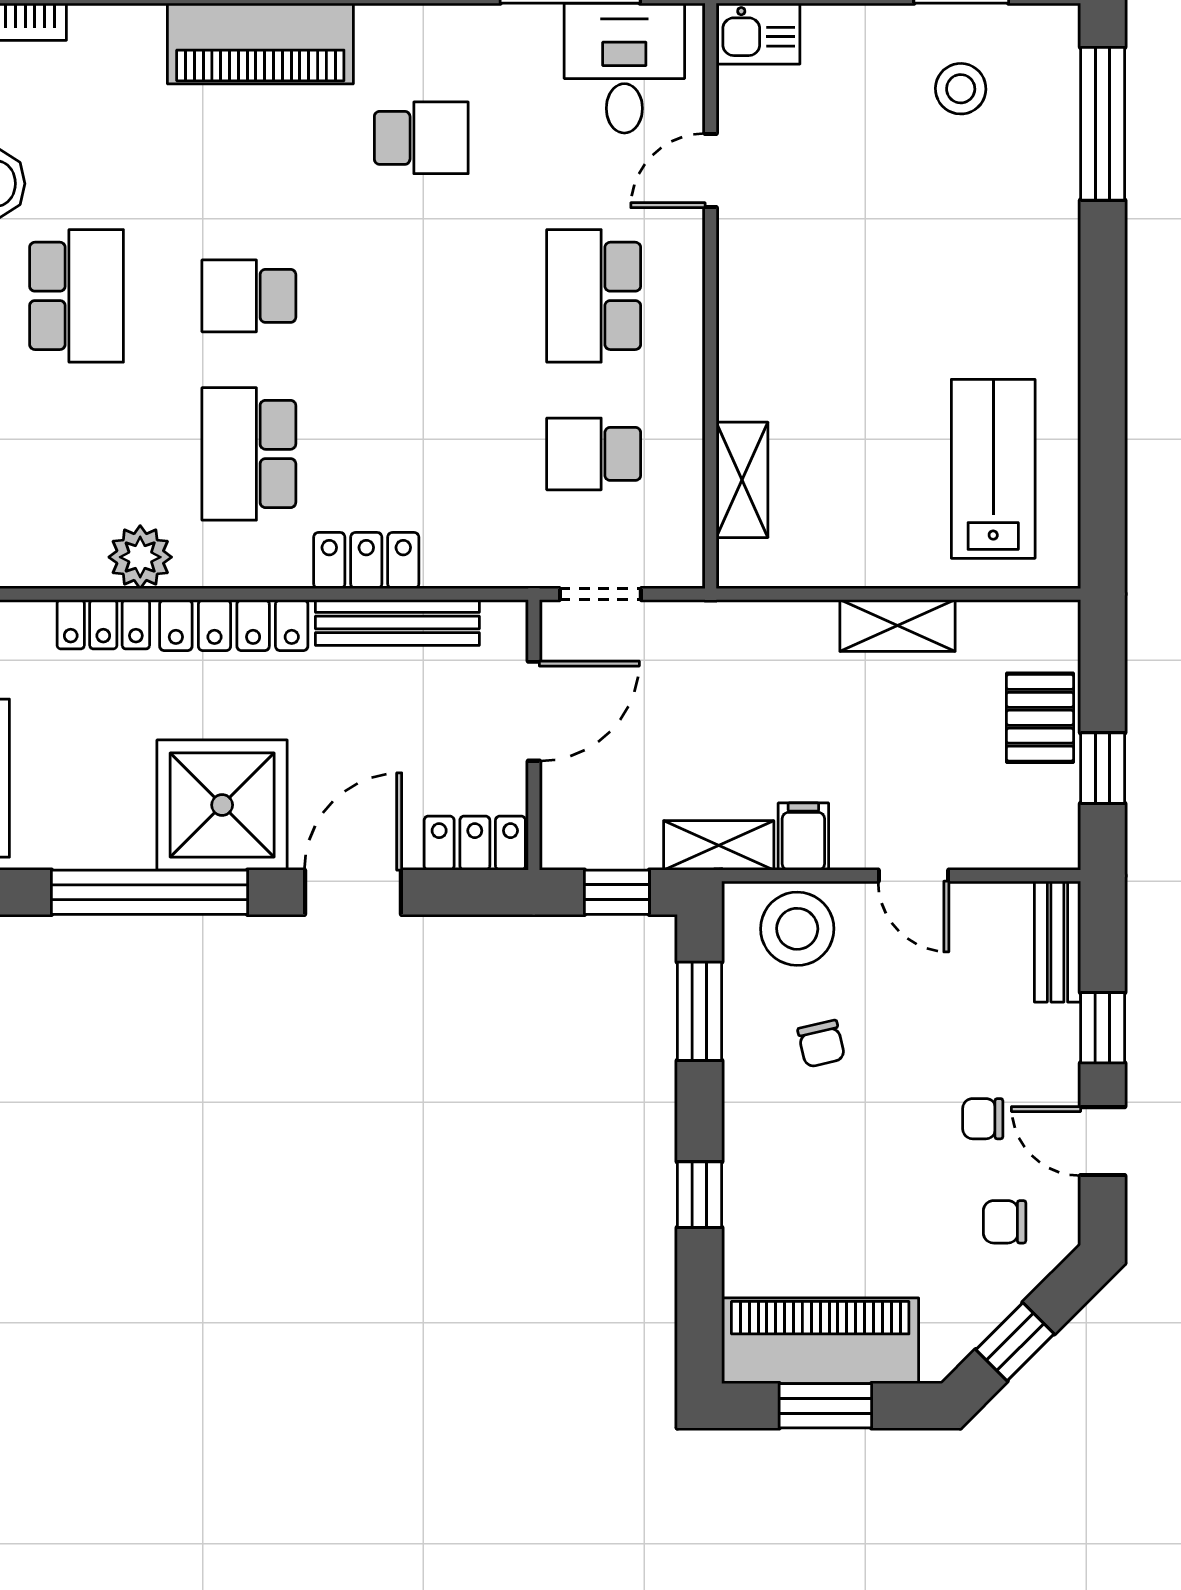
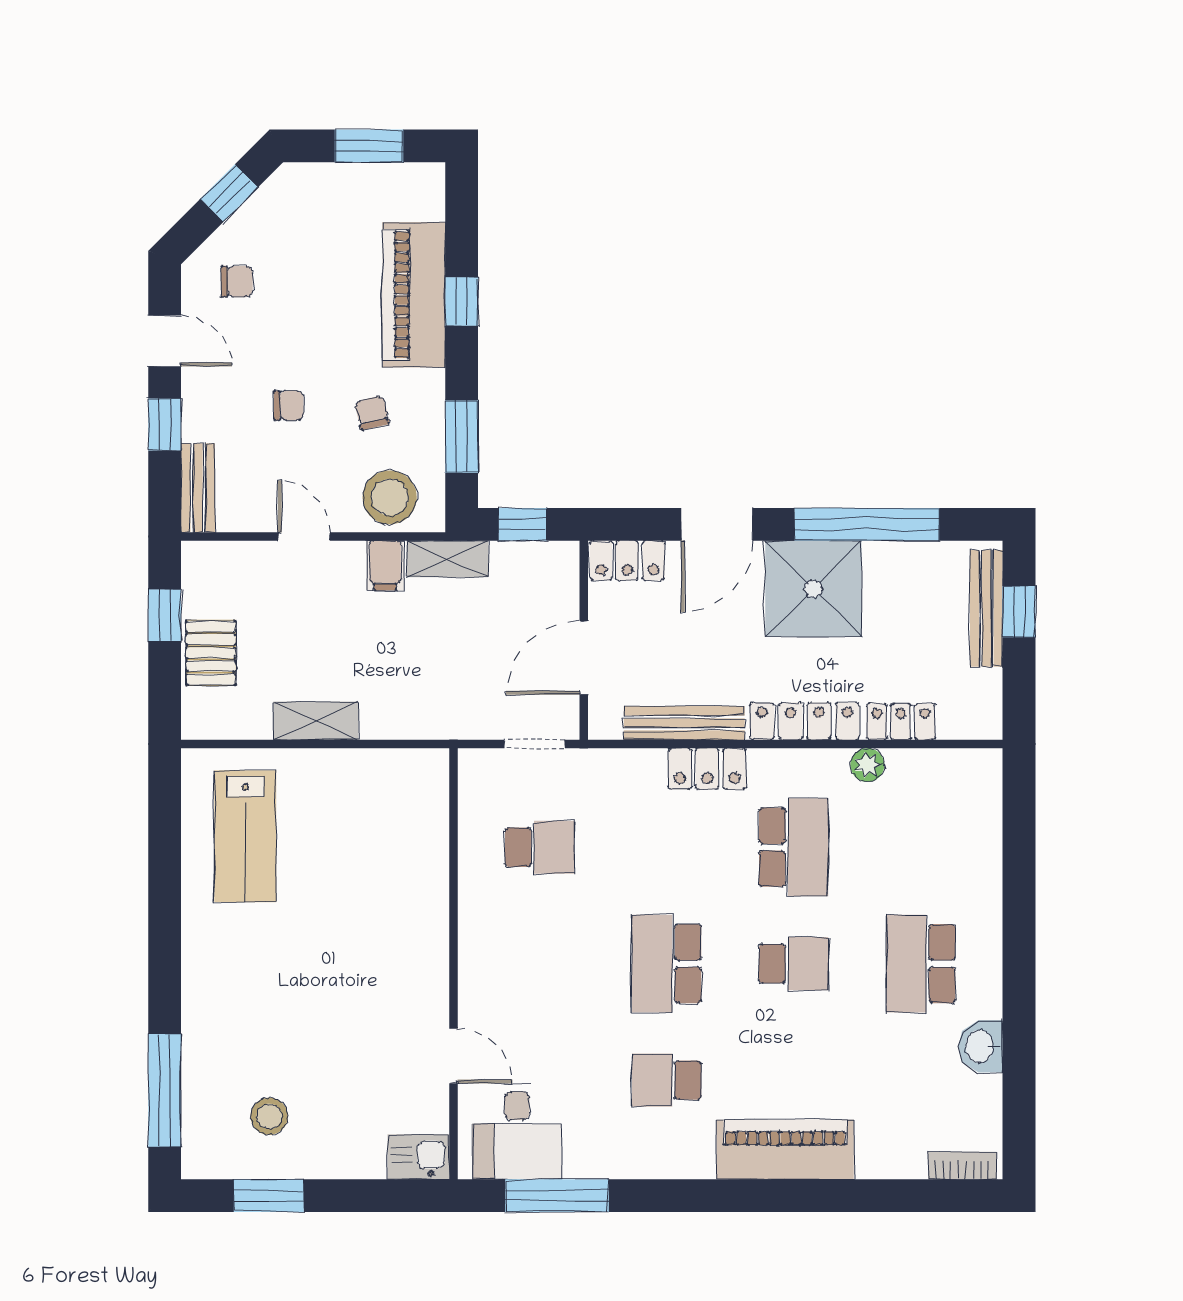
door: (711, 171) -> (454, 1056), hinge flipped
school desk: (594, 296) -> (667, 964), moved, turned 180
shelving: (742, 480) -> (430, 828), removed
plant: (140, 557) -> (867, 765), width x0.73, depth x0.73
chair: (983, 1119) -> (289, 406), moved
piano: (820, 1341) -> (414, 295), moved, turned 90

